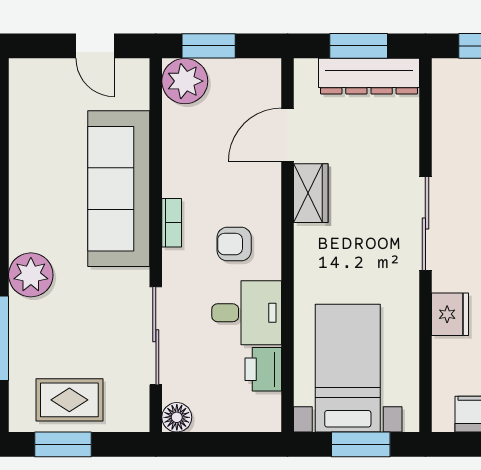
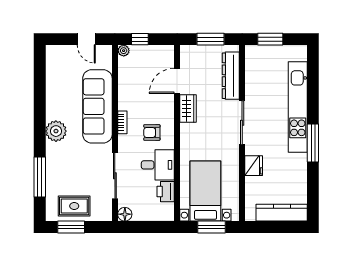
window: (209, 46) -> (140, 39), width x0.67
dresser: (369, 76) -> (231, 76), moved, turned 90
plant: (185, 81) -> (124, 51), width x0.53, depth x0.53
plant: (31, 275) -> (56, 131), moved

